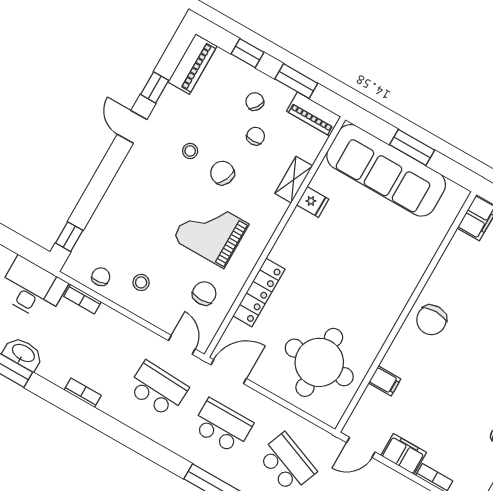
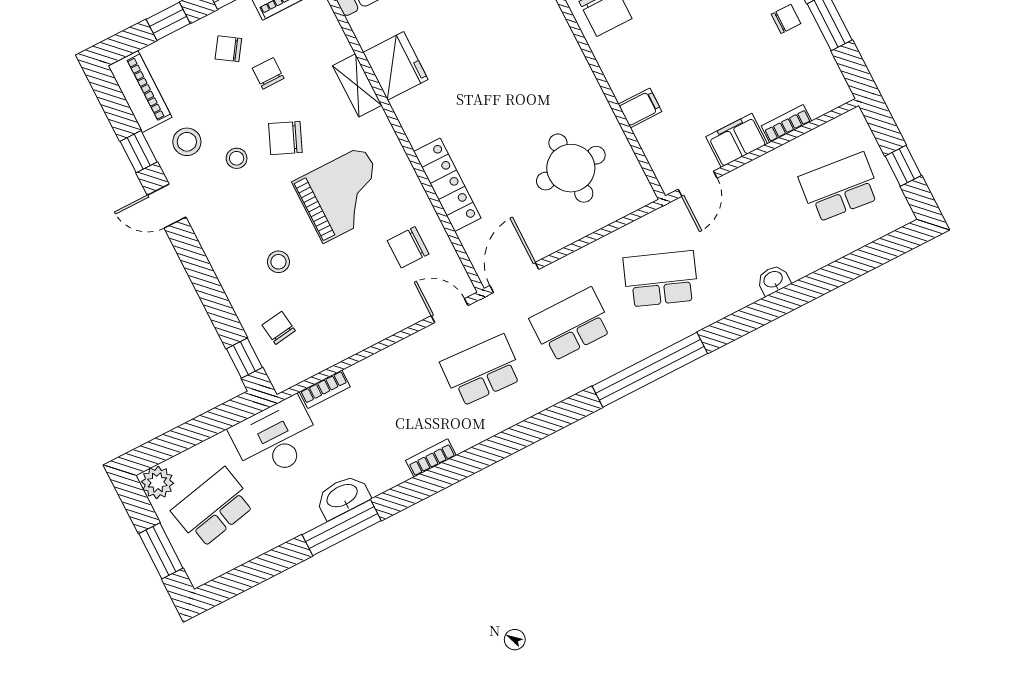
stool: (180, 113) -> (187, 142), added
shelving: (294, 180) -> (357, 85), moved
fridge: (313, 202) -> (396, 66), width x1.88, depth x1.34
grand piano: (211, 232) -> (343, 195), turned 180
chair: (101, 277) -> (279, 328), moved
stool: (141, 282) -> (278, 262), moved
chair: (204, 293) -> (408, 247), turned -90
round table: (319, 362) -> (571, 168), width x0.73, depth x0.73

